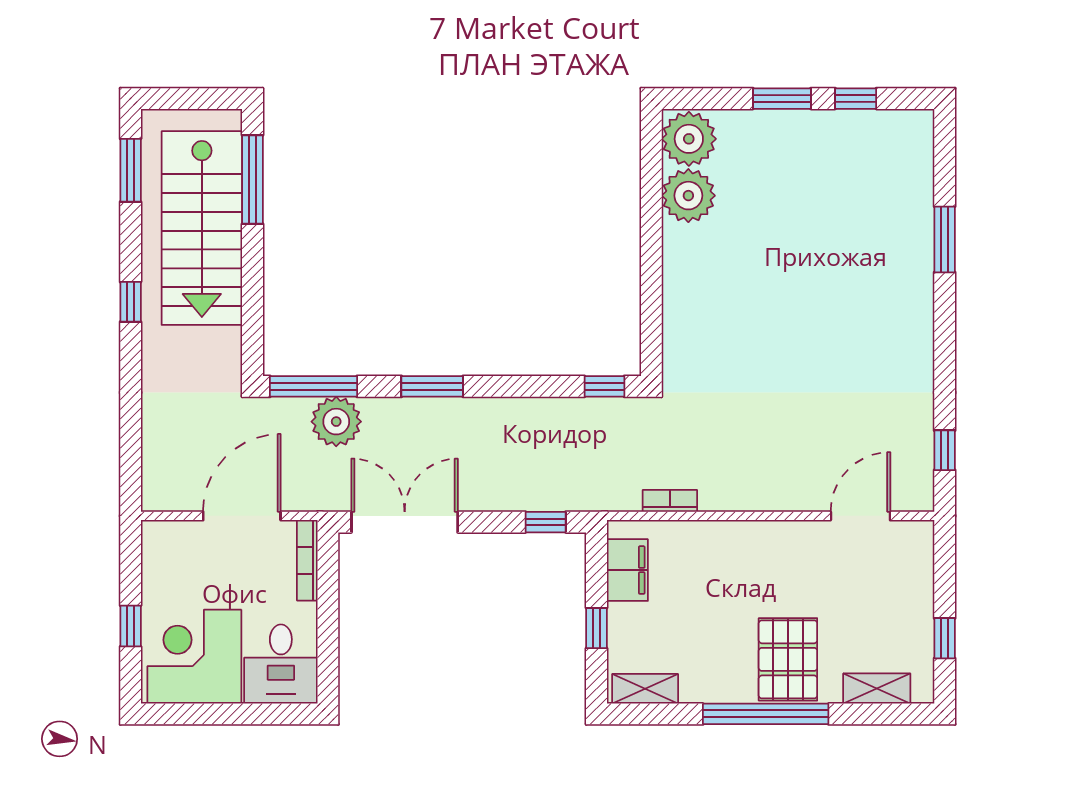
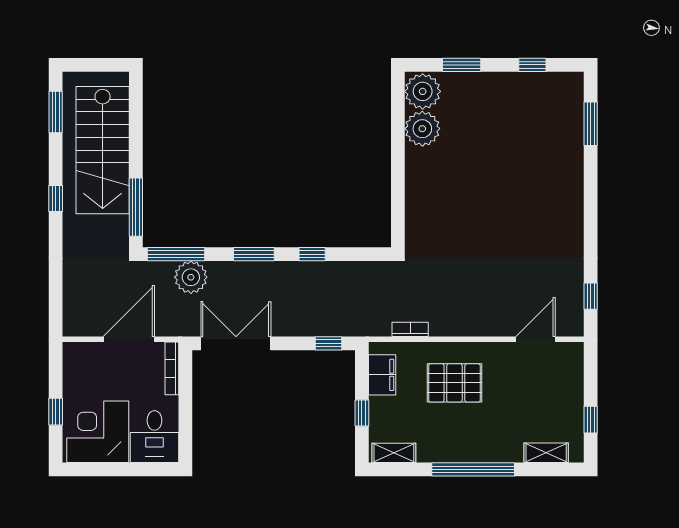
window: (782, 99) -> (462, 65), moved
window: (253, 179) -> (136, 207), moved
window: (945, 239) -> (591, 124), moved
window: (604, 386) -> (312, 254), moved
pallet: (788, 659) -> (454, 383), moved, turned 90

